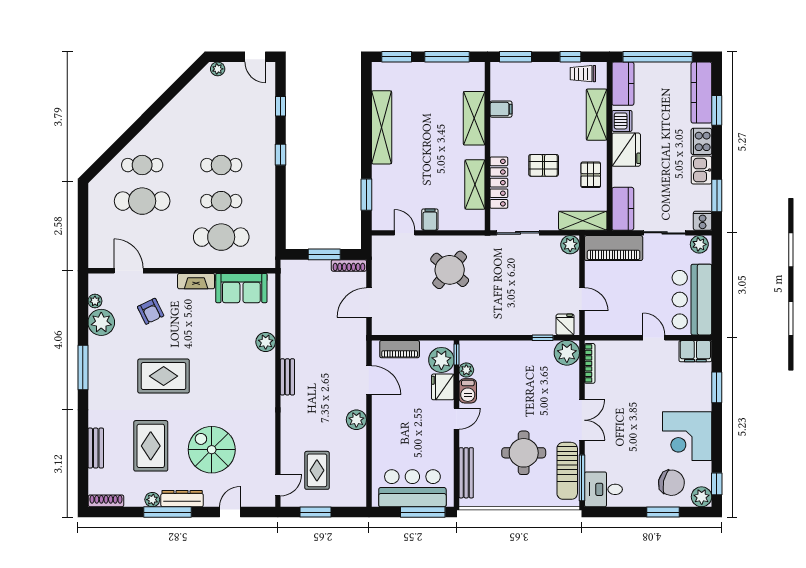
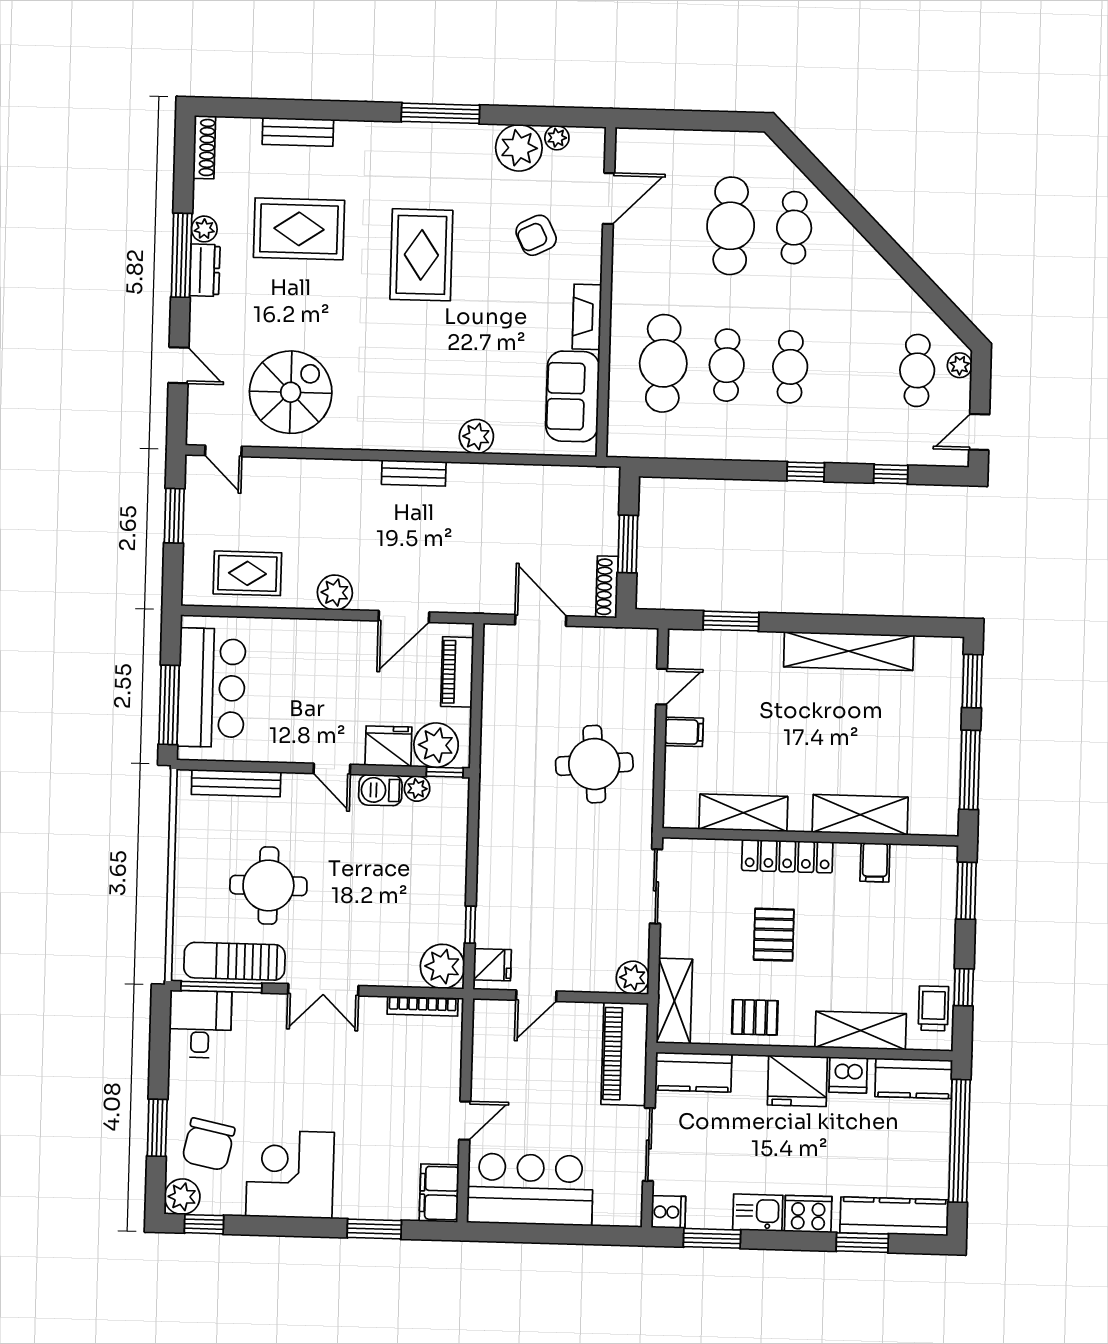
cafe table: (221, 93) -> (917, 370), added
locker: (499, 183) -> (787, 856), moved
plant: (699, 244) -> (627, 1205), removed
round table: (450, 270) -> (594, 764), turned 45
spiral stairs: (212, 450) -> (291, 392), moved
rug: (317, 470) -> (247, 573), moved
dresser: (182, 499) -> (205, 270), width x0.70

